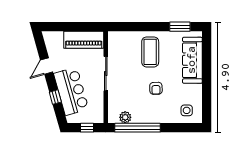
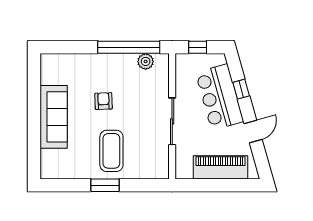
window: (180, 27) -> (105, 185), moved
piano: (84, 40) -> (220, 167), moved
sofa: (192, 60) -> (54, 117), moved
side table: (187, 110) -> (62, 71), removed

